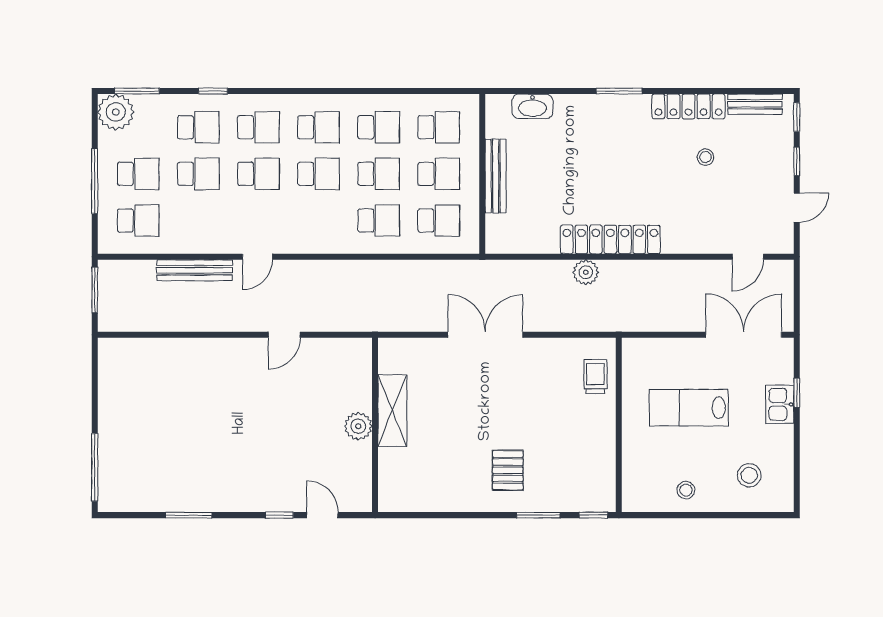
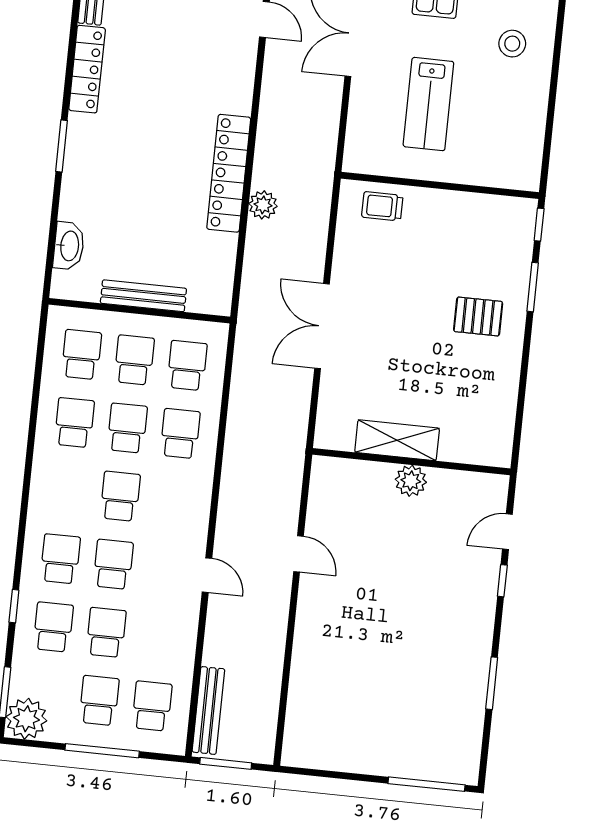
school desk: (319, 127) -> (67, 491), removed
stool: (705, 157) -> (147, 56), removed
bench: (195, 270) -> (208, 710), moved
stool: (686, 490) -> (522, 117), removed

